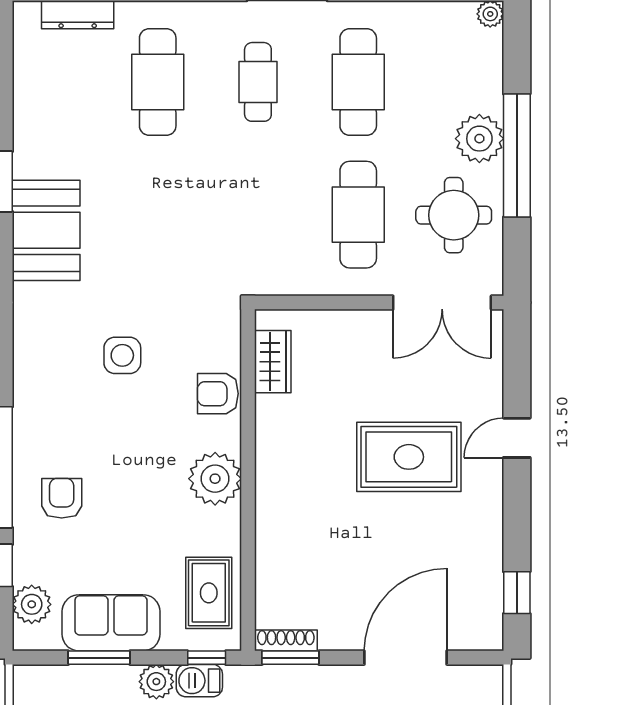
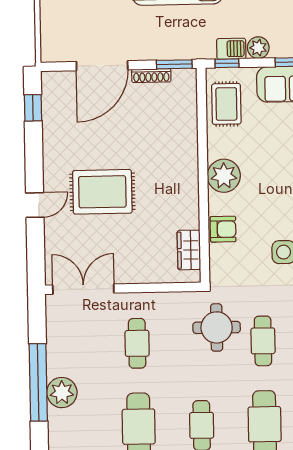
cafe table: (158, 215) -> (263, 341), added
cafe table: (358, 215) -> (137, 343), width x0.73, depth x0.74
round table: (454, 215) -> (217, 327), moved
shoe rack: (286, 640) -> (151, 76), moved

